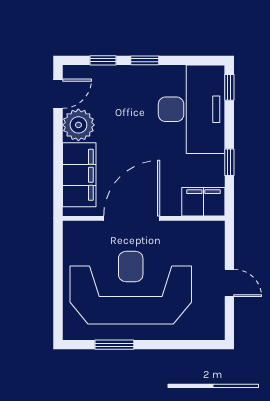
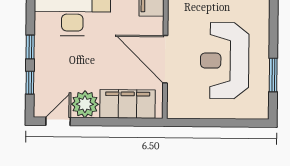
door: (58, 94) -> (58, 121), hinge flipped
reception desk: (131, 288) -> (225, 61), width x0.74, depth x0.77

